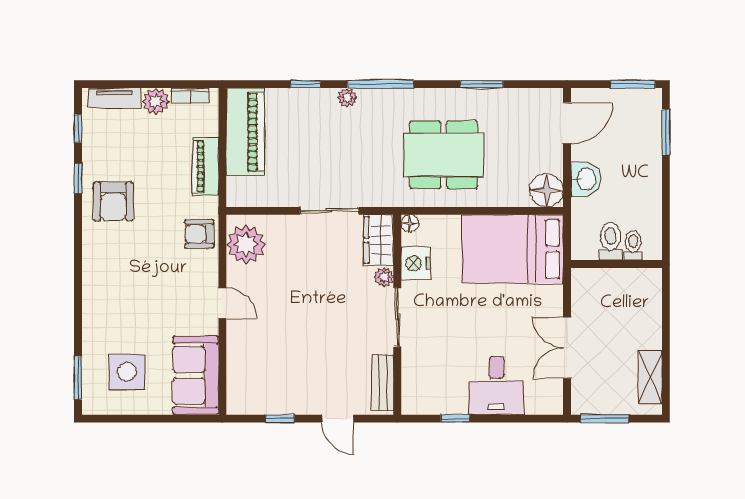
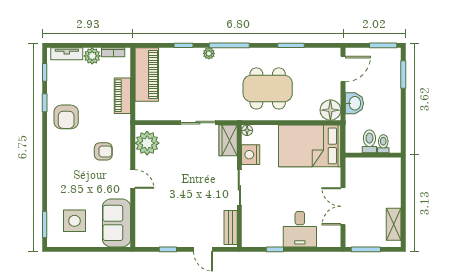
armchair: (199, 234) -> (103, 151), moved, turned 180
plant: (384, 277) -> (231, 163), removed

